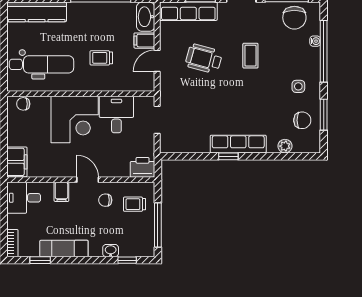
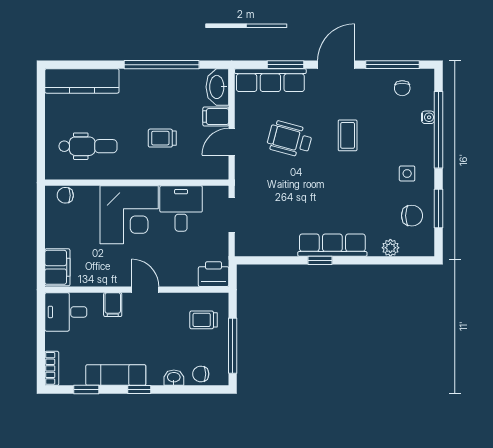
chair: (294, 18) -> (402, 88), width x0.54, depth x0.54
dental chair: (41, 64) -> (88, 146), width x0.73, depth x0.72
chair: (105, 200) -> (201, 374), moved
window: (127, 260) -> (139, 390), moved

